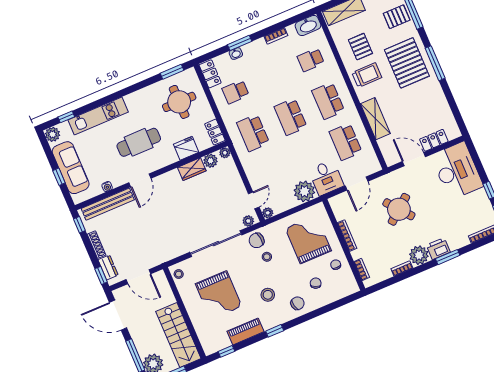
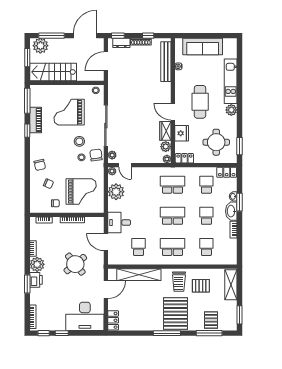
washbasin: (308, 26) -> (231, 211), moved
pallet: (407, 63) -> (175, 313), turned 90
school desk: (273, 76) -> (206, 216), added
window: (66, 117) -> (239, 59), removed
shelving: (375, 119) -> (139, 275), width x1.47
plant: (53, 134) -> (231, 110), moved
locker: (434, 140) -> (113, 320), moved
school desk: (346, 142) -> (139, 247), width x0.54
window: (59, 177) -> (200, 36), removed
door: (140, 180) -> (173, 112), moved
plant: (304, 191) -> (116, 192), moved
window: (79, 225) -> (148, 36), moved
stool: (268, 295) -> (79, 141), moved
window: (275, 331) -> (27, 131), moved
window: (226, 351) -> (27, 101), width x2.17

